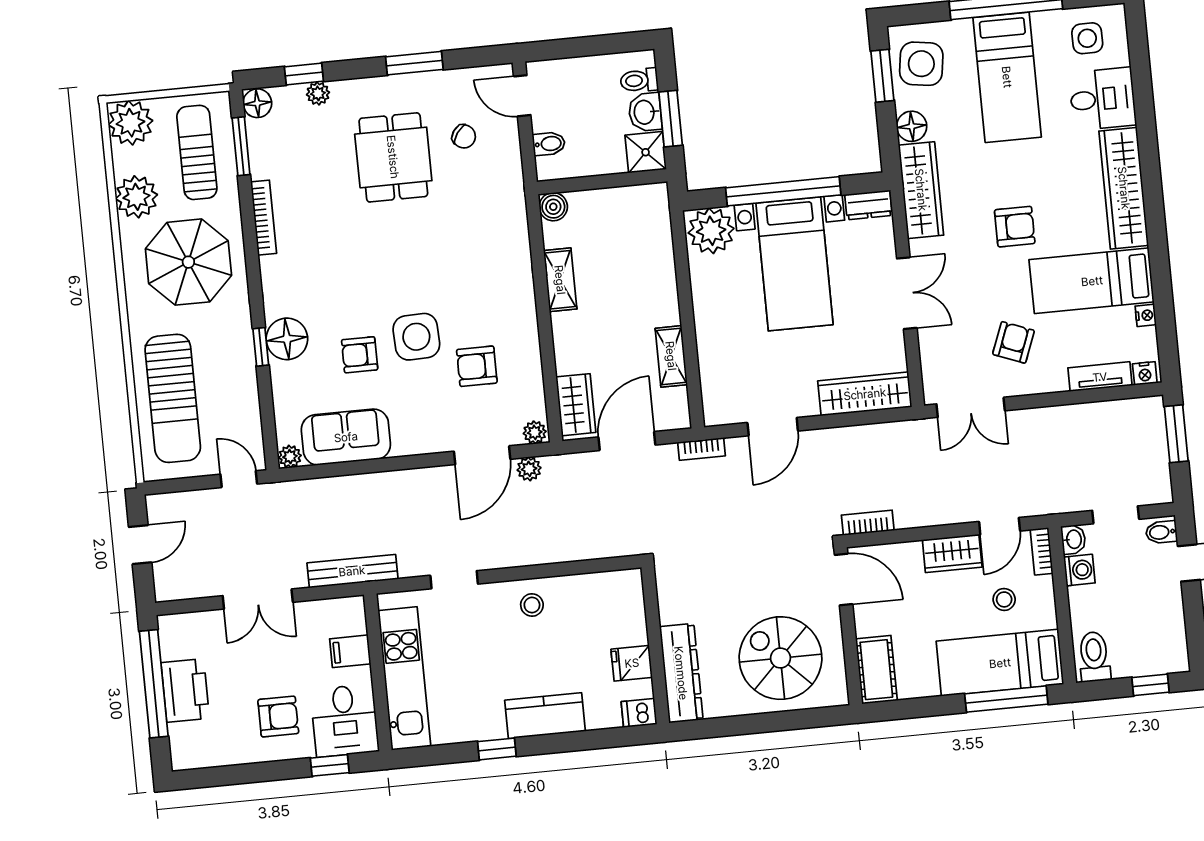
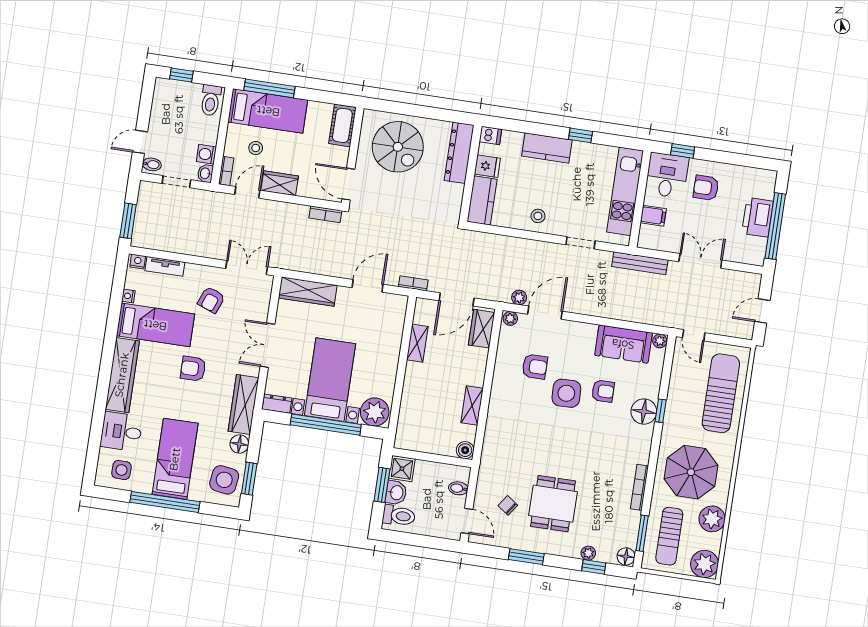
toilet: (639, 80) -> (399, 516), width x1.37, depth x1.39
kitchen counter: (626, 607) -> (482, 200), added

